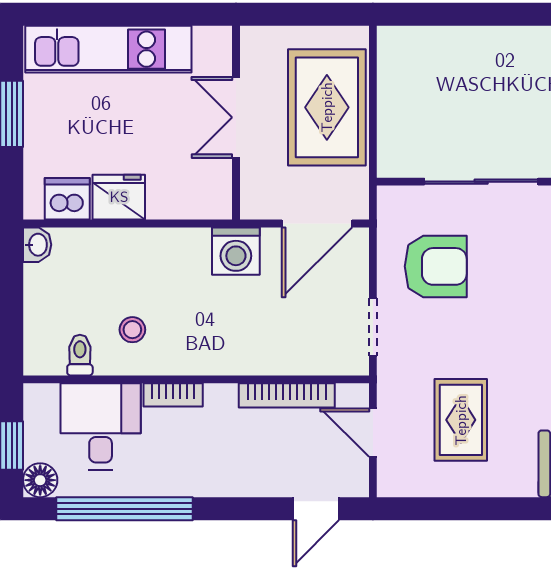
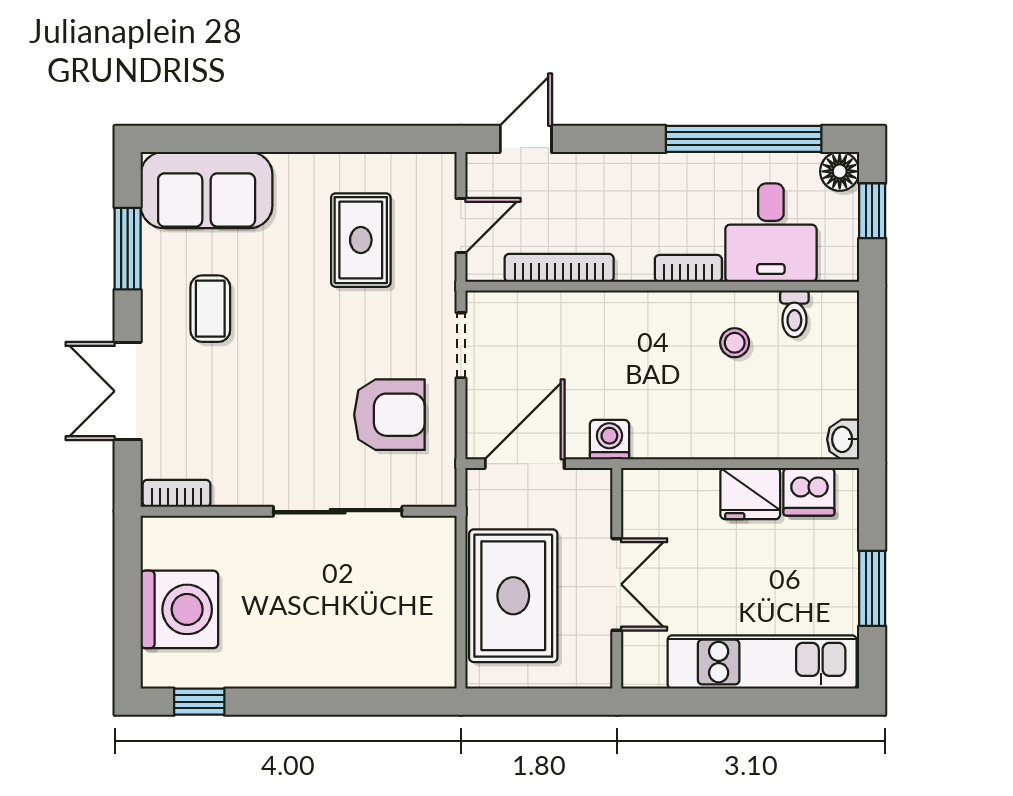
washing machine: (236, 251) -> (609, 440), width x0.73, depth x0.73
armchair: (436, 266) -> (389, 415), turned 180
door: (373, 433) -> (461, 226), hinge flipped

